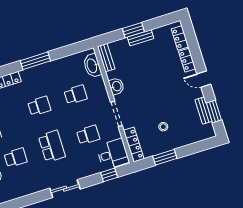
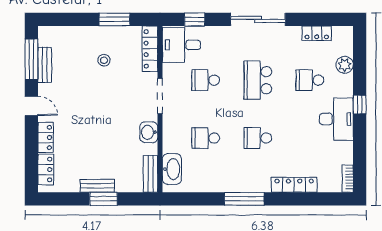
window: (214, 111) -> (31, 59), width x1.44
sliding door: (65, 189) -> (258, 19), width x1.37
locker: (21, 192) -> (317, 33), added

